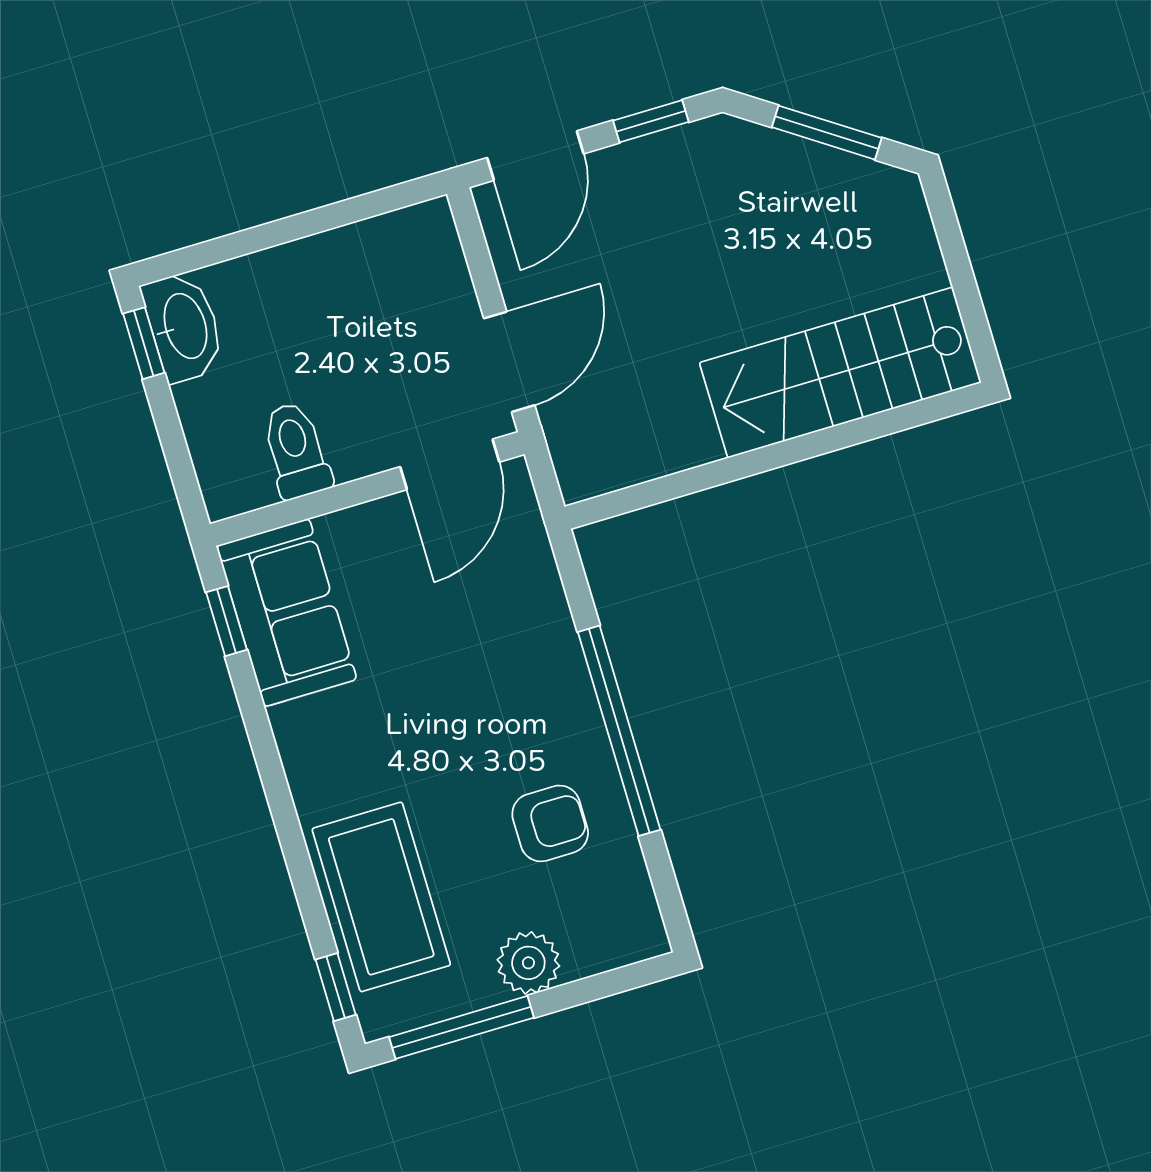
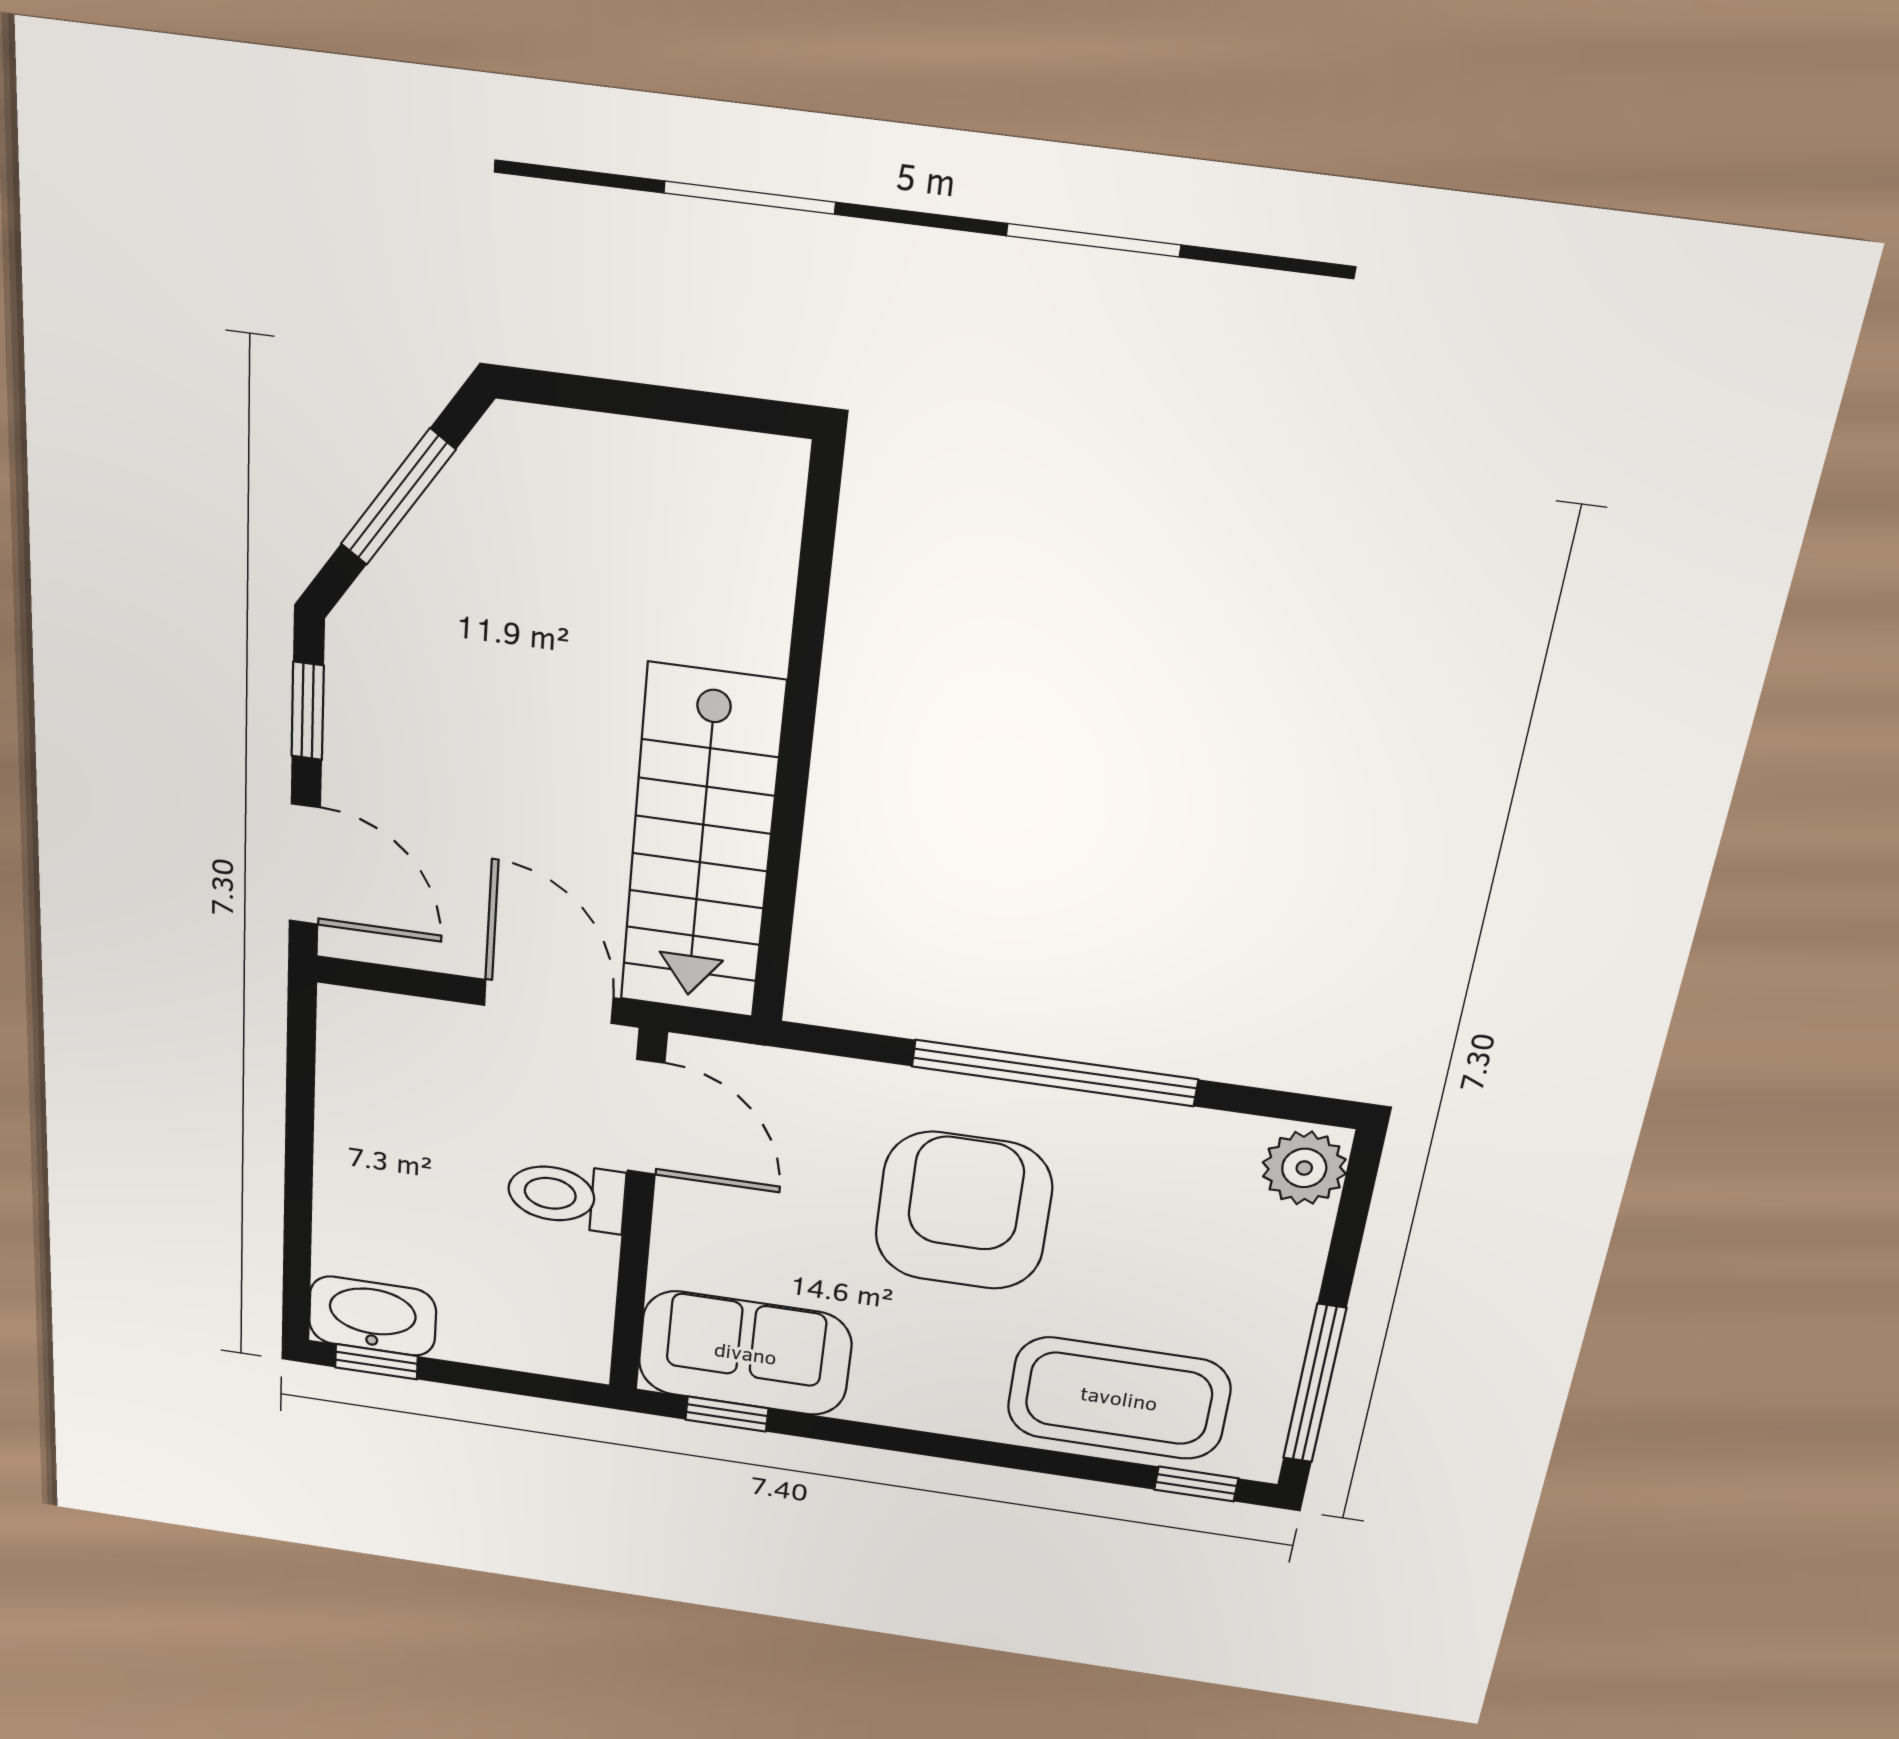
stairs: (840, 373) -> (701, 844), moved
toilet: (296, 450) -> (566, 1196), moved
armchair: (550, 823) -> (963, 1211), moved, width x1.88, depth x1.88
plant: (528, 963) -> (1304, 1168), moved

